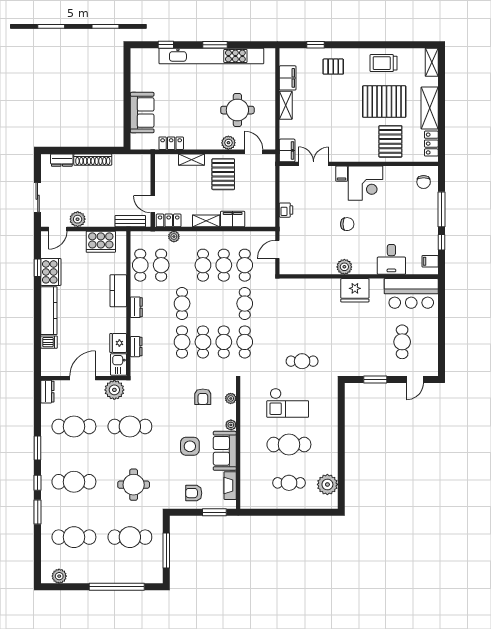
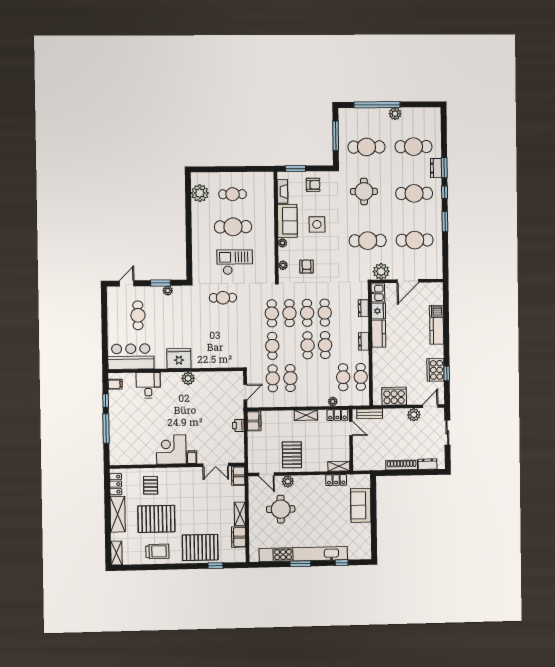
pallet: (333, 67) -> (200, 547), width x2.05, depth x2.00
pallet: (390, 141) -> (151, 485), width x0.67, depth x0.71
shelving: (191, 160) -> (339, 466), moved
chair: (424, 182) -> (122, 451), removed
filing cabinet: (233, 219) -> (254, 421), moved, turned -90
chair: (347, 224) -> (186, 415), removed
cafe table: (203, 265) -> (308, 345), moved
kitchen counter: (118, 291) -> (379, 334), moved
kitchen counter: (49, 311) -> (437, 331), width x0.67
plant: (367, 370) -> (168, 291), added
dresser: (47, 392) -> (436, 168), moved
plant: (59, 576) -> (395, 114), moved

